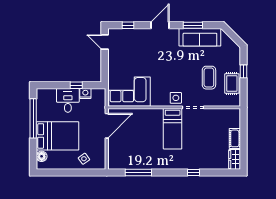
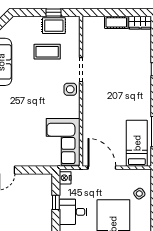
window: (243, 71) -> (54, 12), moved
nightstand: (85, 93) -> (65, 178), moved
bed: (173, 129) -> (137, 143), moved, turned -90

